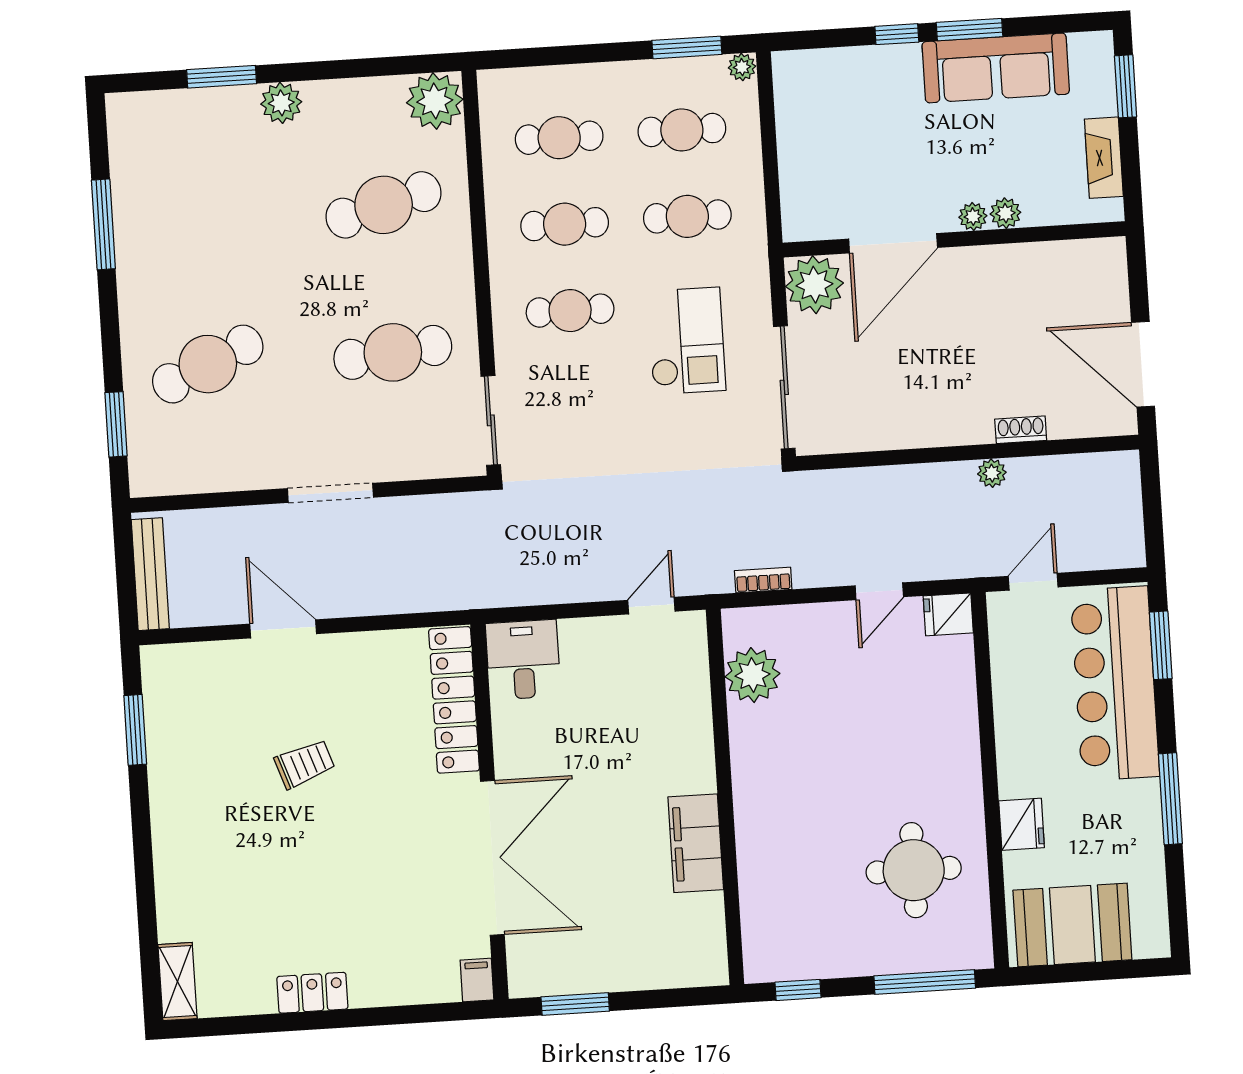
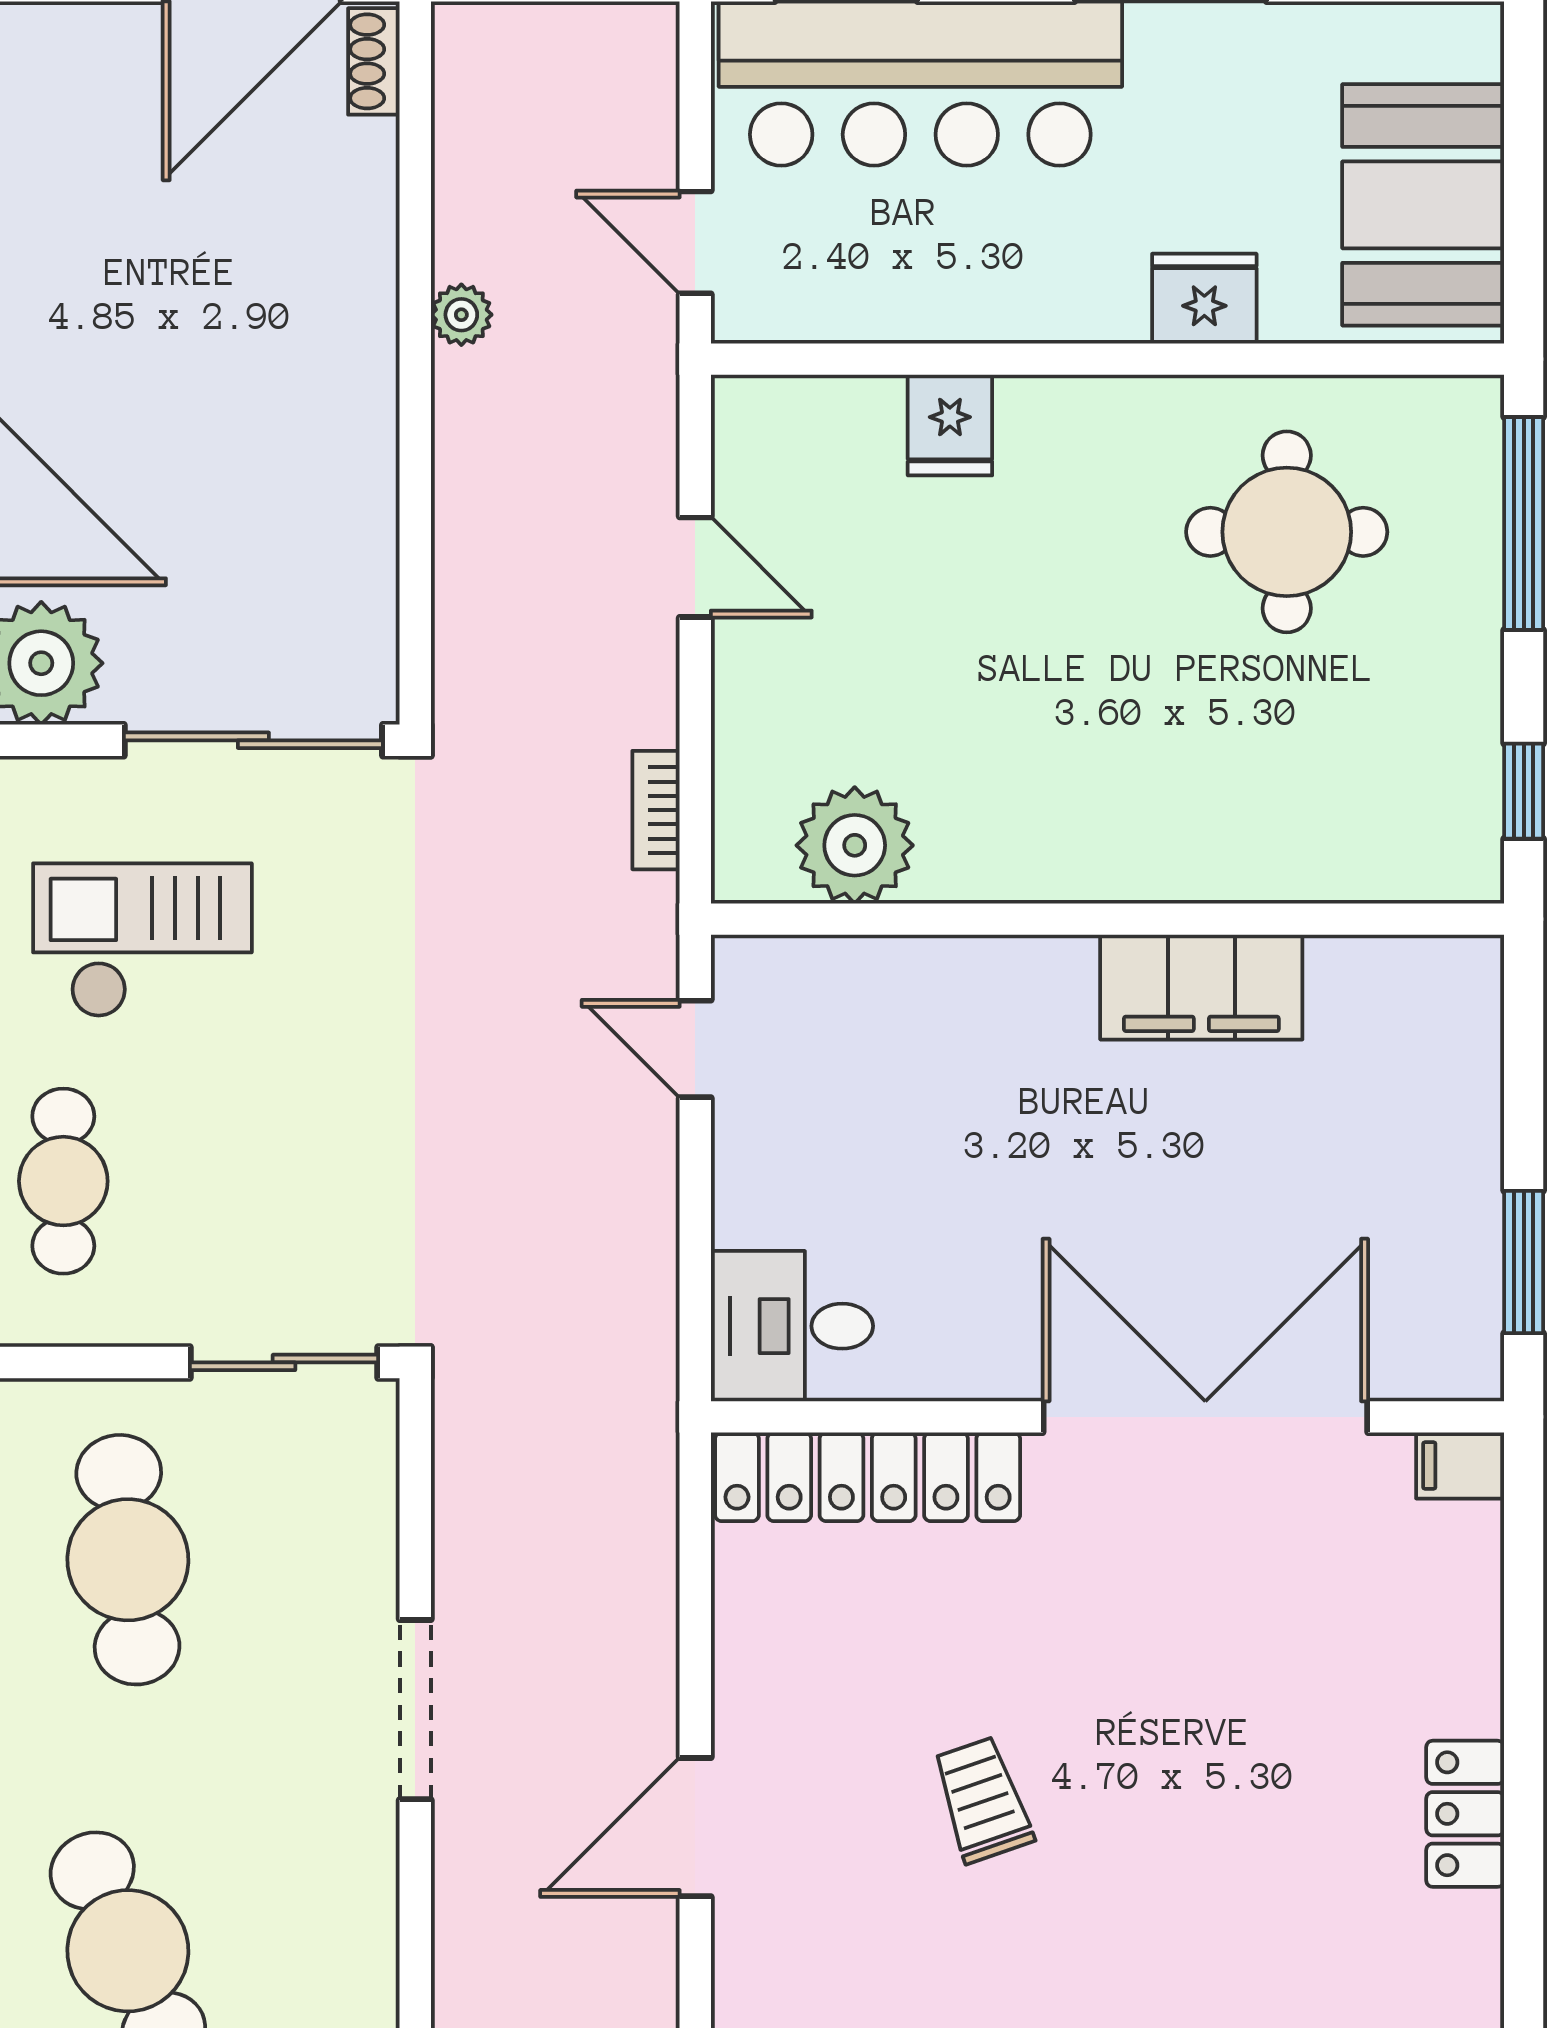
shoe rack: (1021, 430) -> (374, 61), moved
fridge: (948, 614) -> (950, 425), moved

